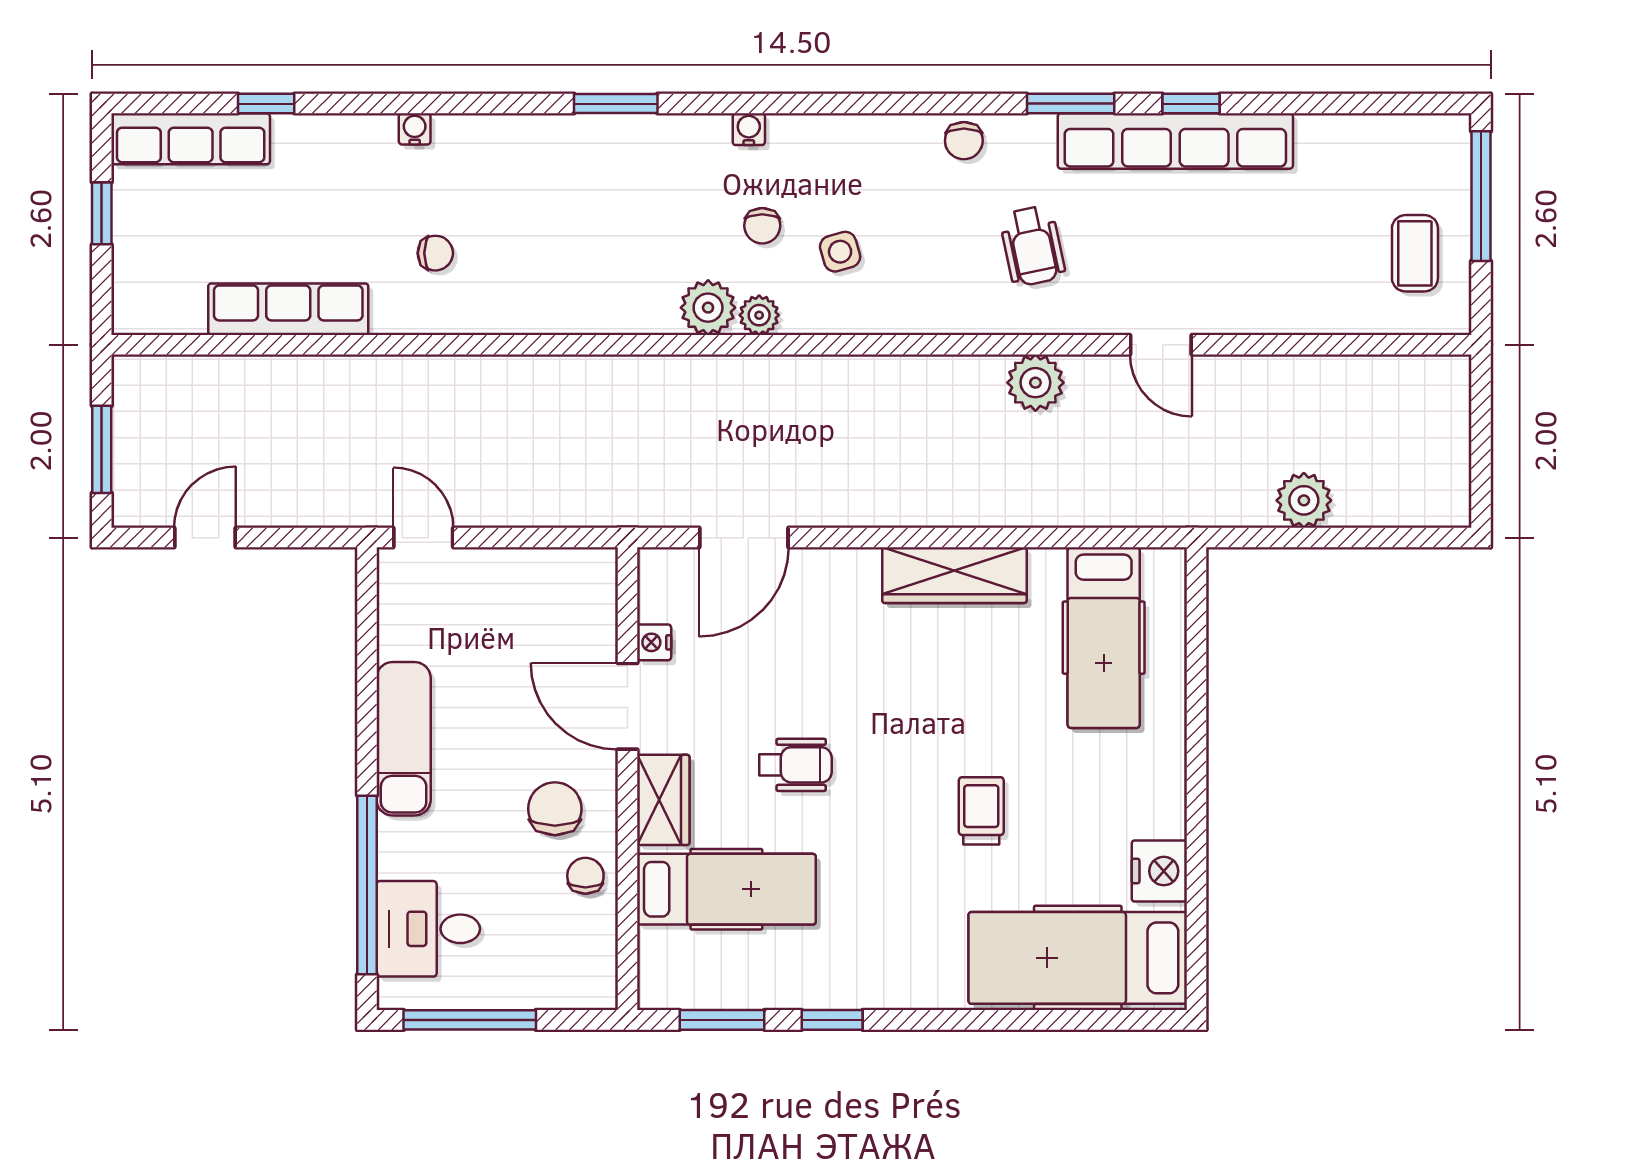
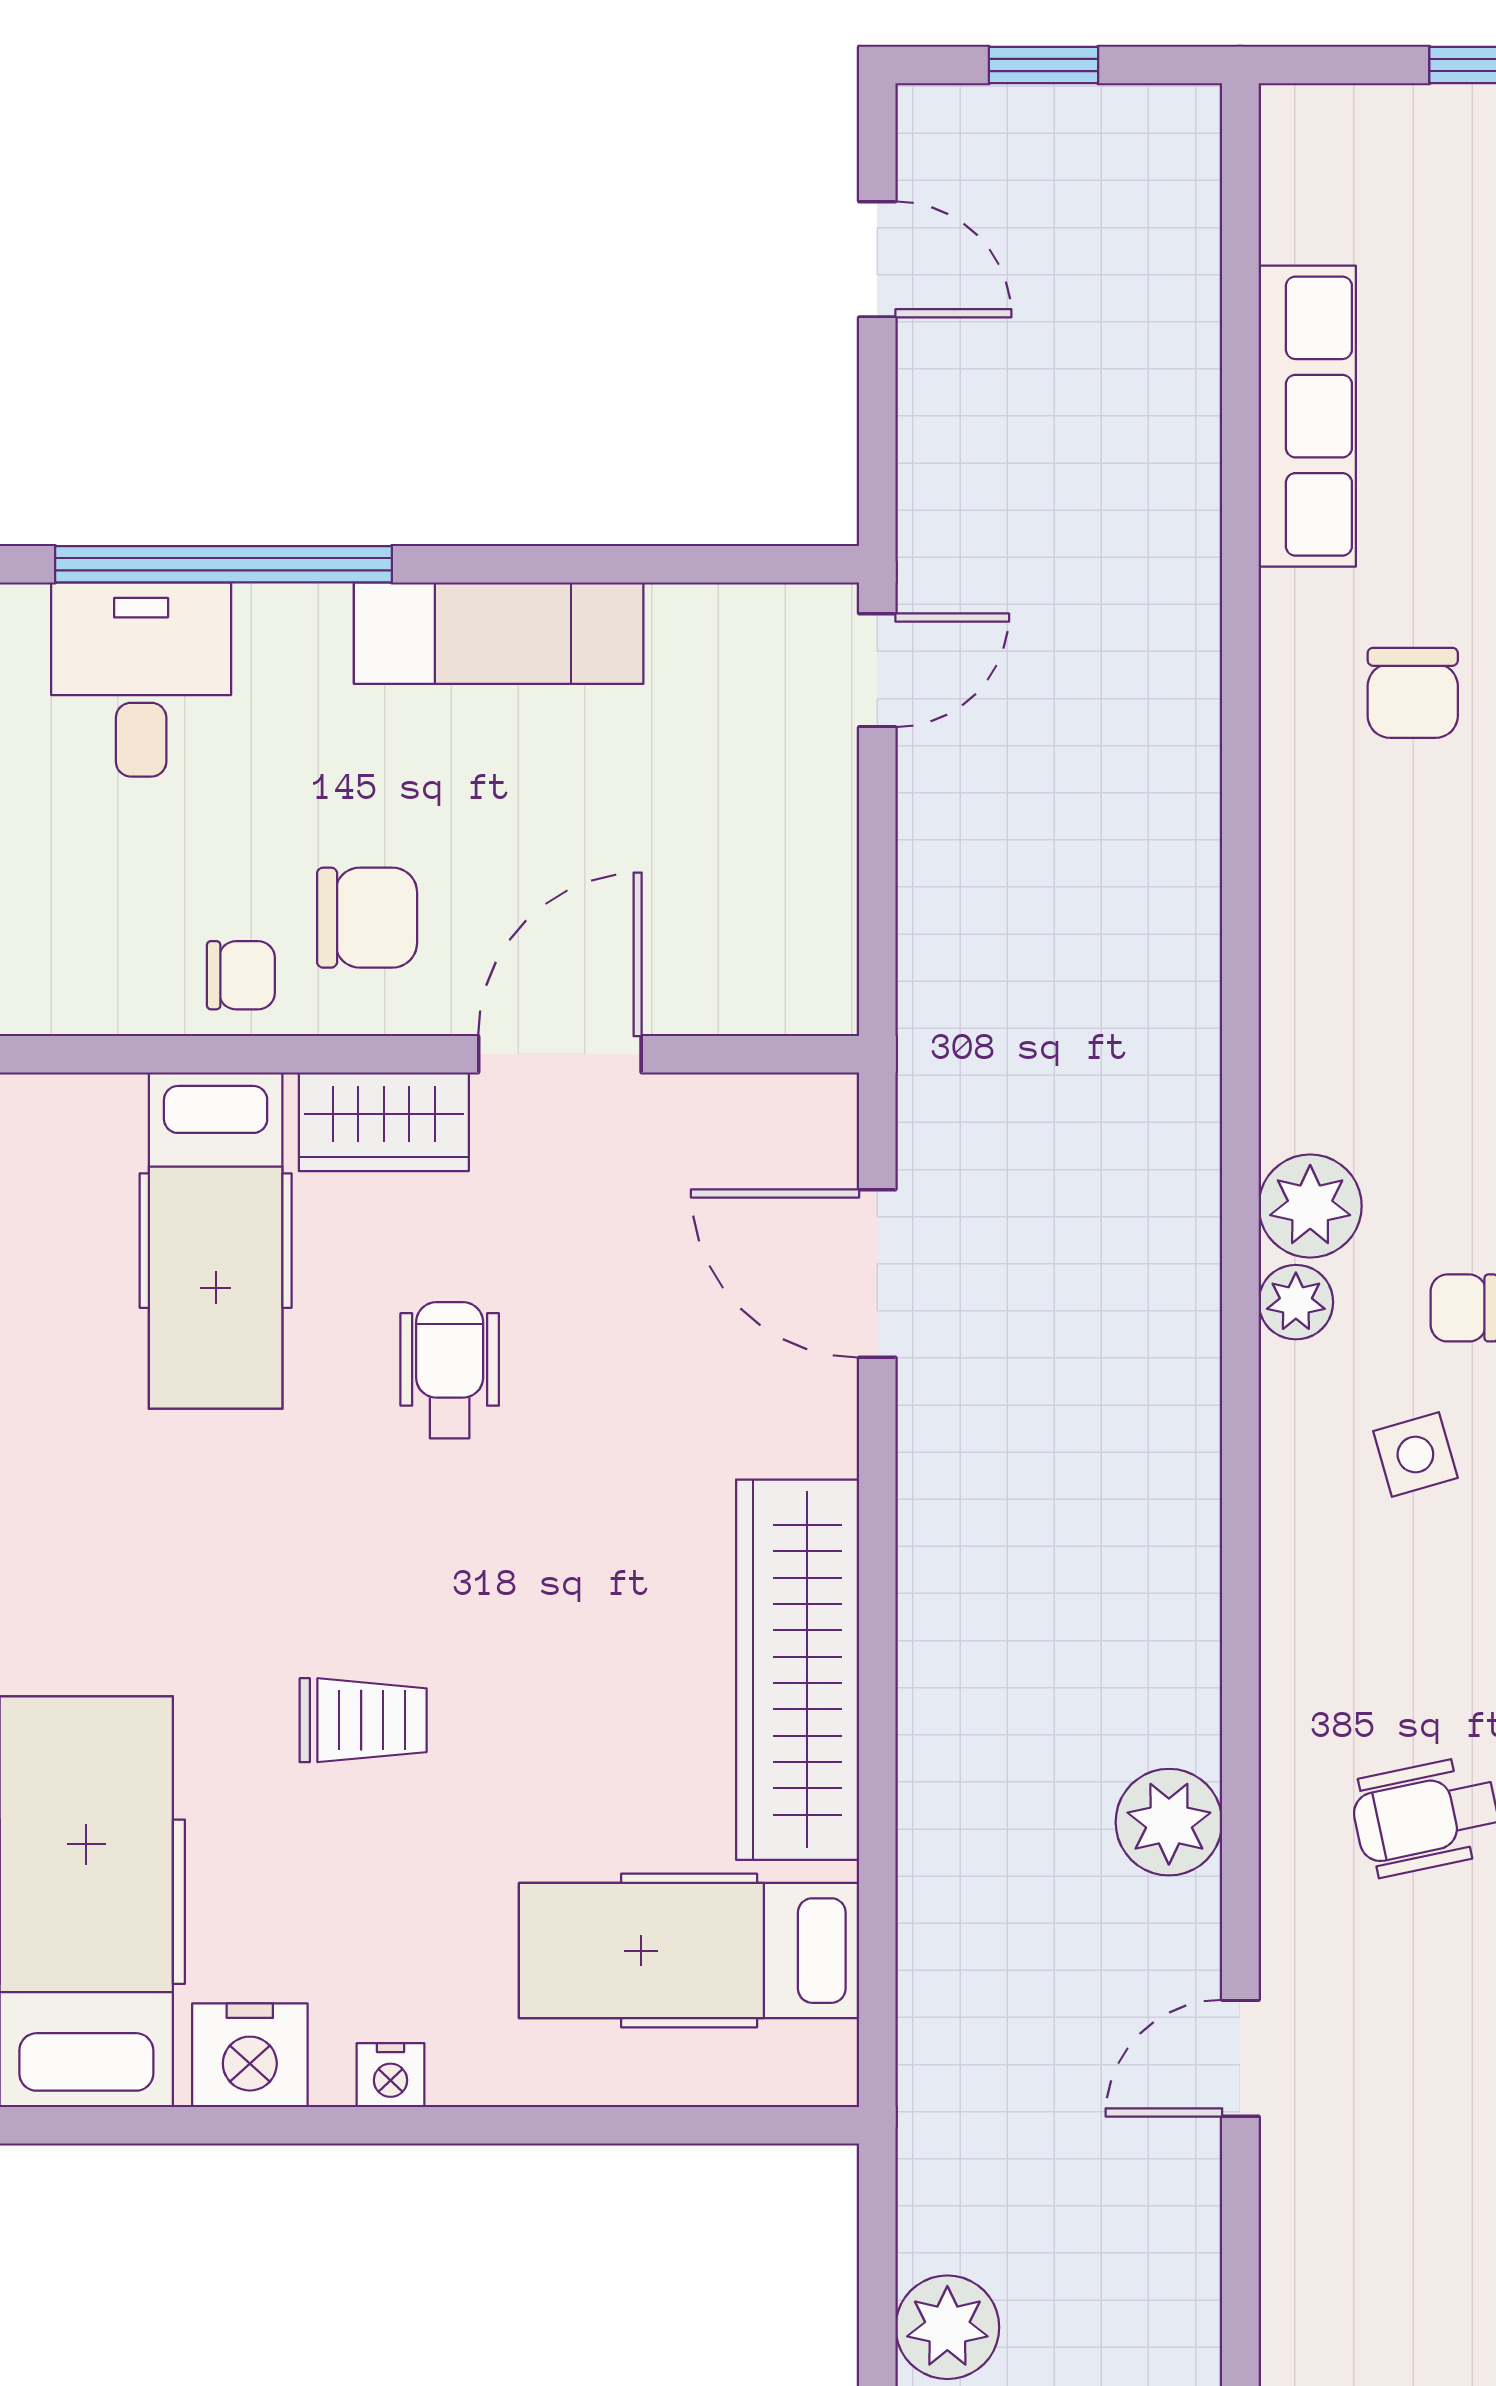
chair: (435, 253) -> (1413, 693), width x1.37, depth x1.37
window: (102, 449) -> (1043, 65), width x0.67
wardrobe: (954, 575) -> (798, 1670), width x1.40, depth x1.17
nightstand: (654, 642) -> (391, 2075), moved, turned 180
wheelchair: (795, 765) -> (450, 1370), turned 180

